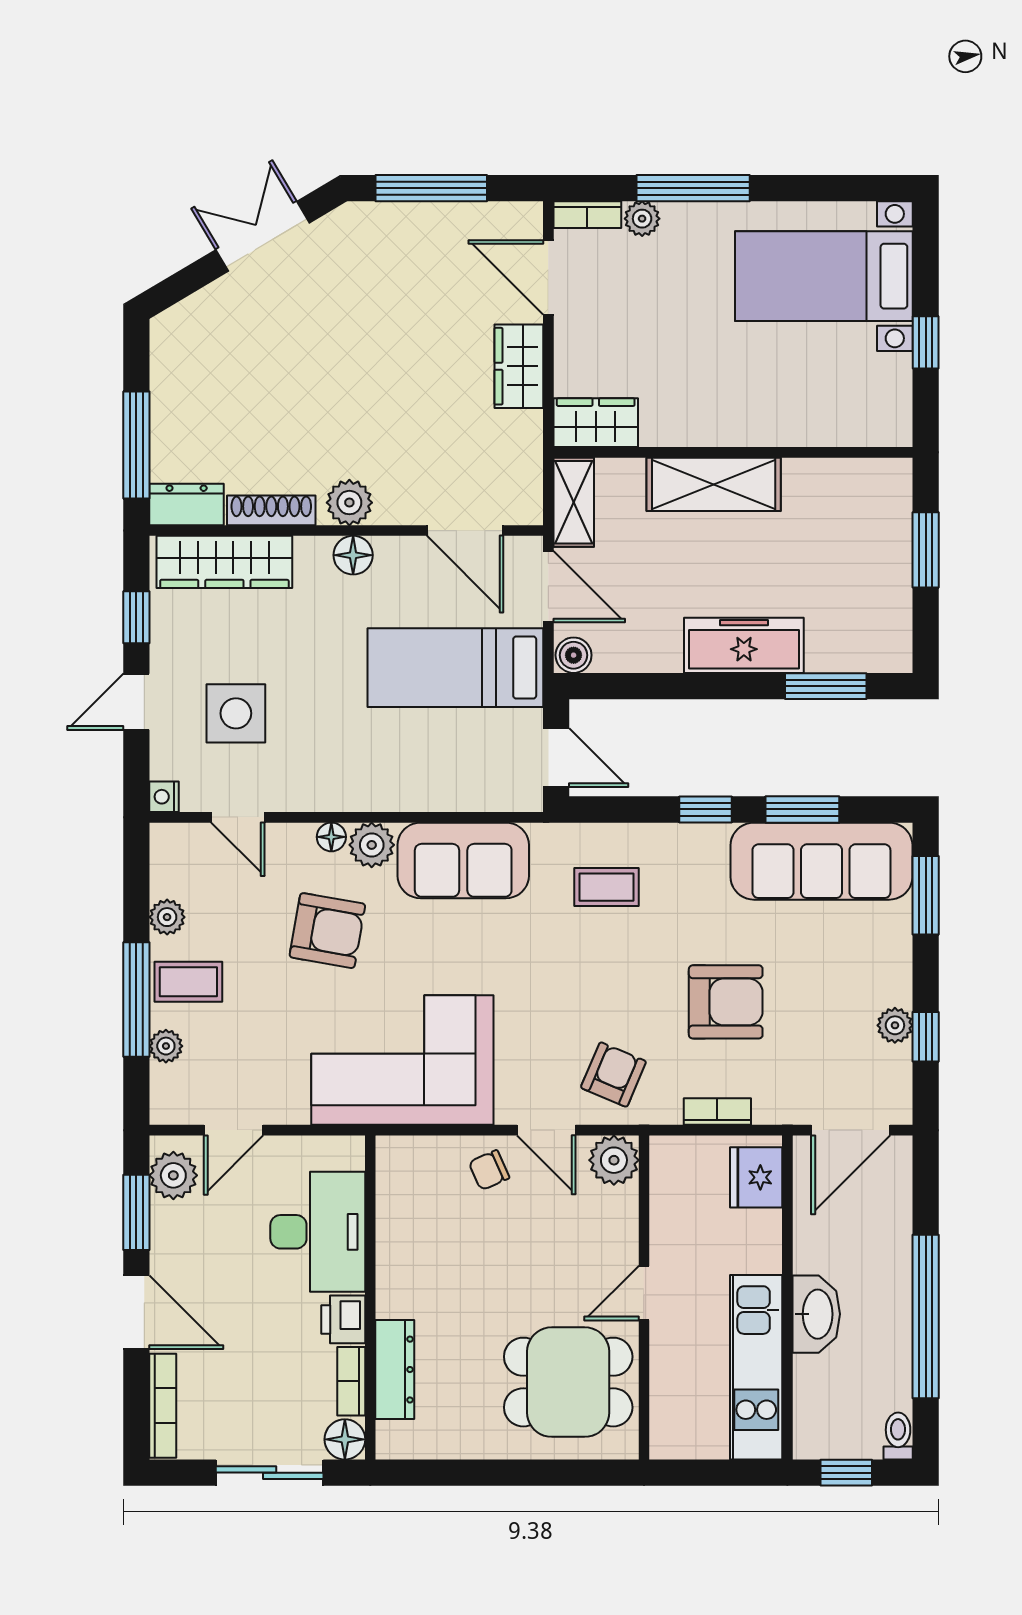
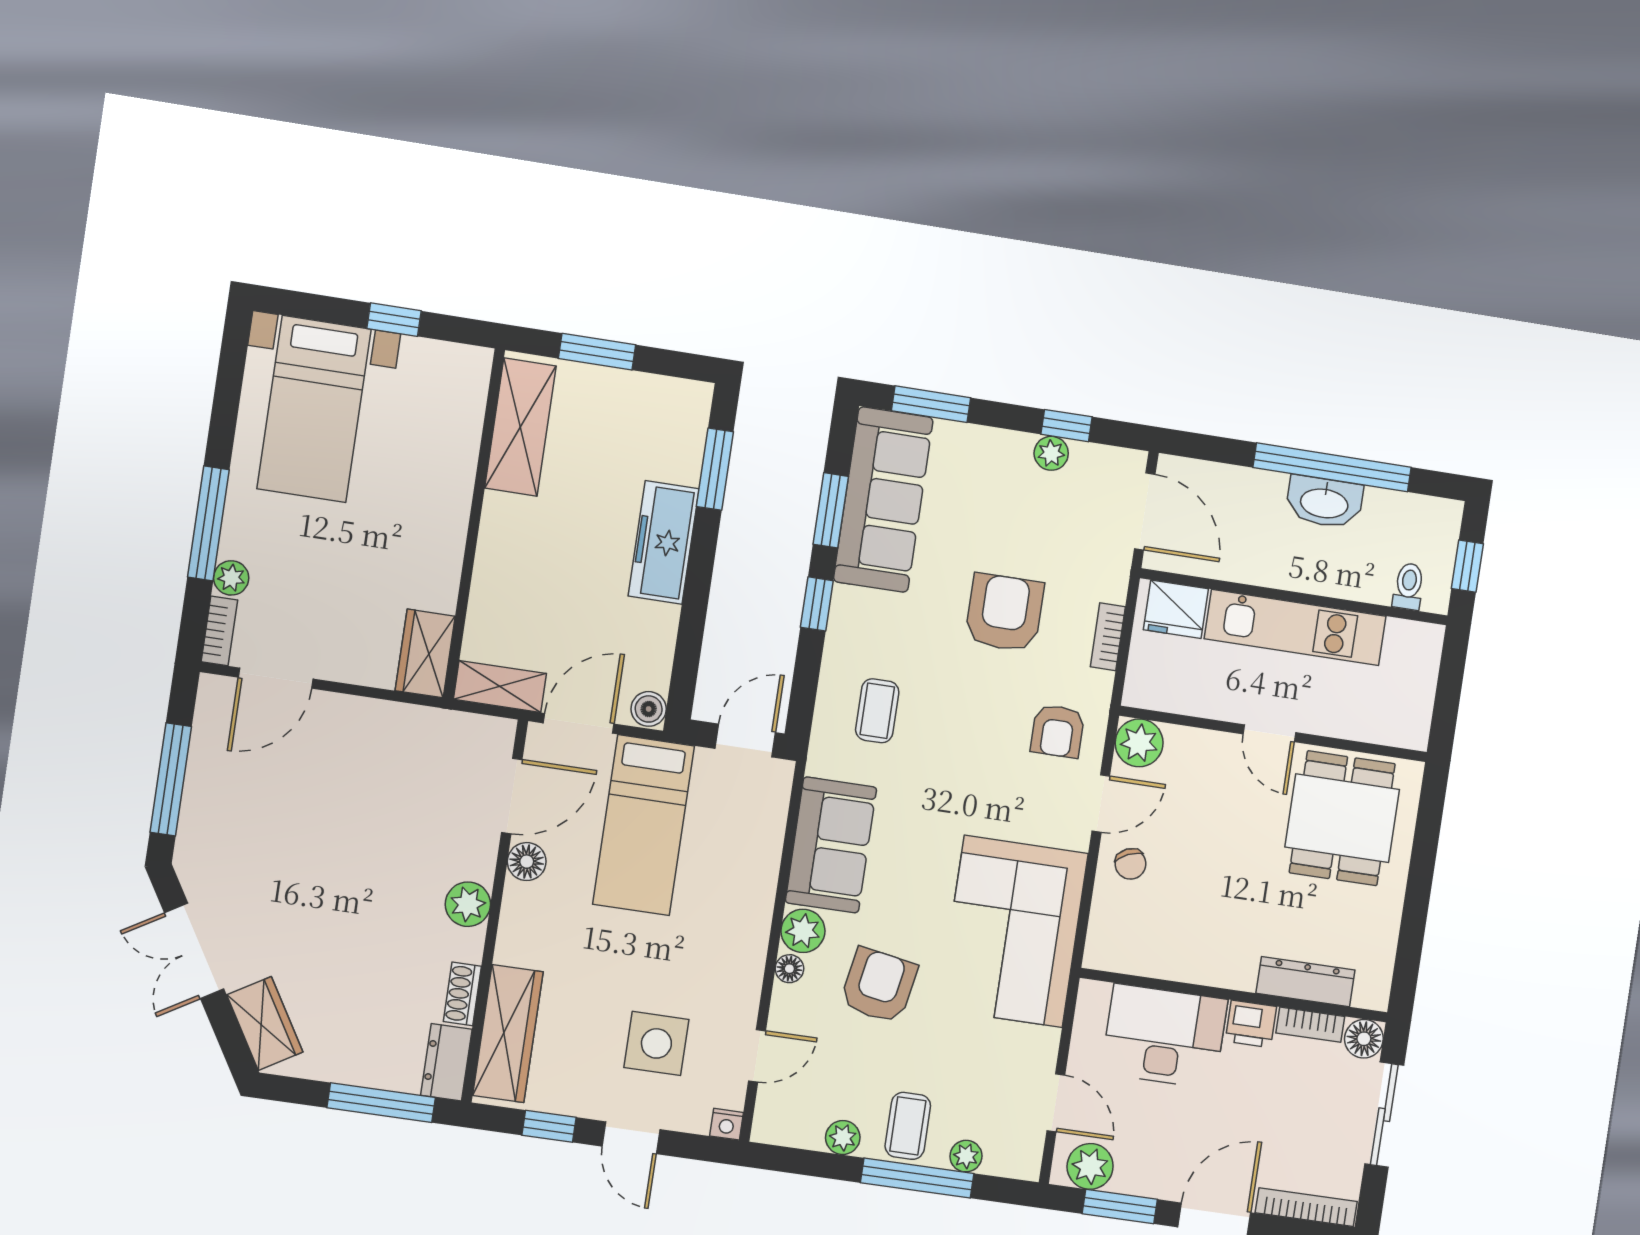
wardrobe: (519, 366) -> (265, 1023), moved, turned -121
shelving: (714, 484) -> (520, 427), moved
shoe rack: (271, 510) -> (462, 994), width x0.70
floor lamp: (353, 555) -> (527, 862), moved
armchair: (613, 1075) -> (1058, 731), turned -113
washbasin: (816, 1314) -> (1324, 502), moved, turned 180
kitchen unit: (756, 1367) -> (1295, 627), moved
toilet: (898, 1436) -> (1409, 586), moved, turned 90

